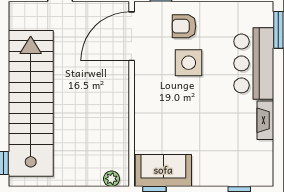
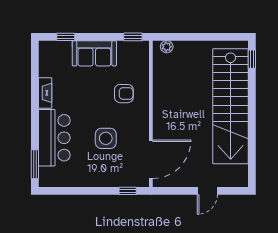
armchair: (184, 26) -> (124, 94), moved
sofa: (163, 170) -> (94, 53), moved

